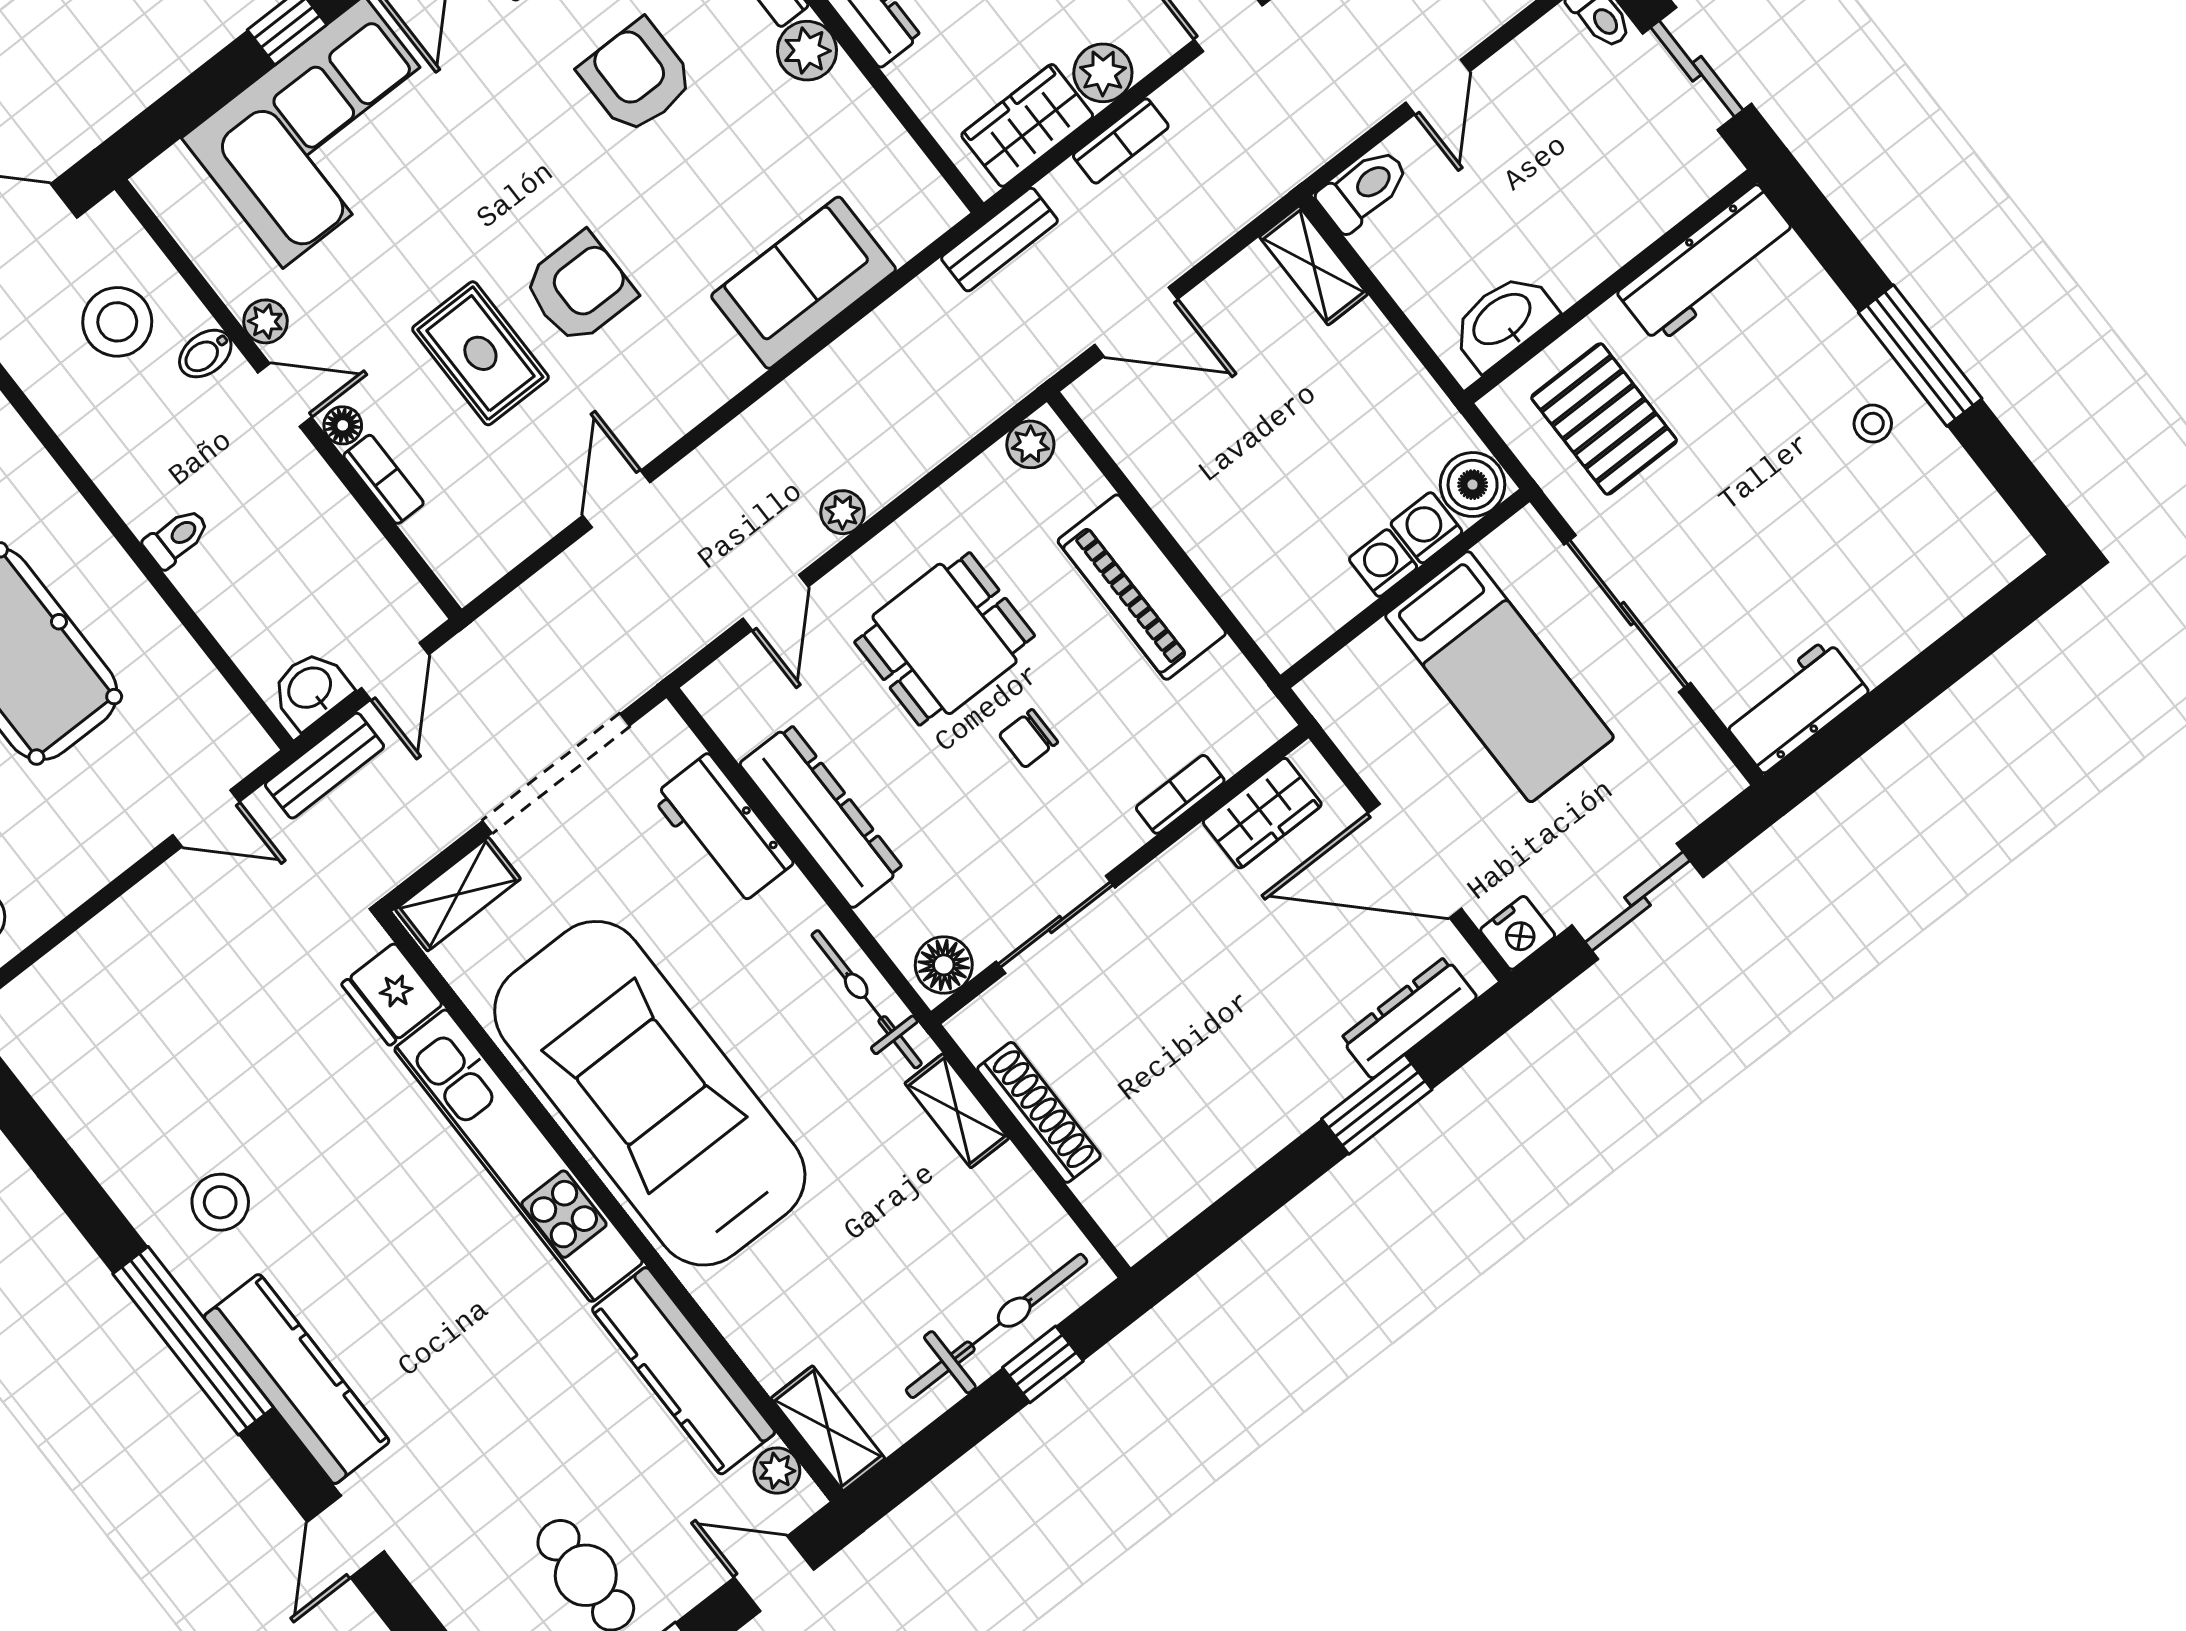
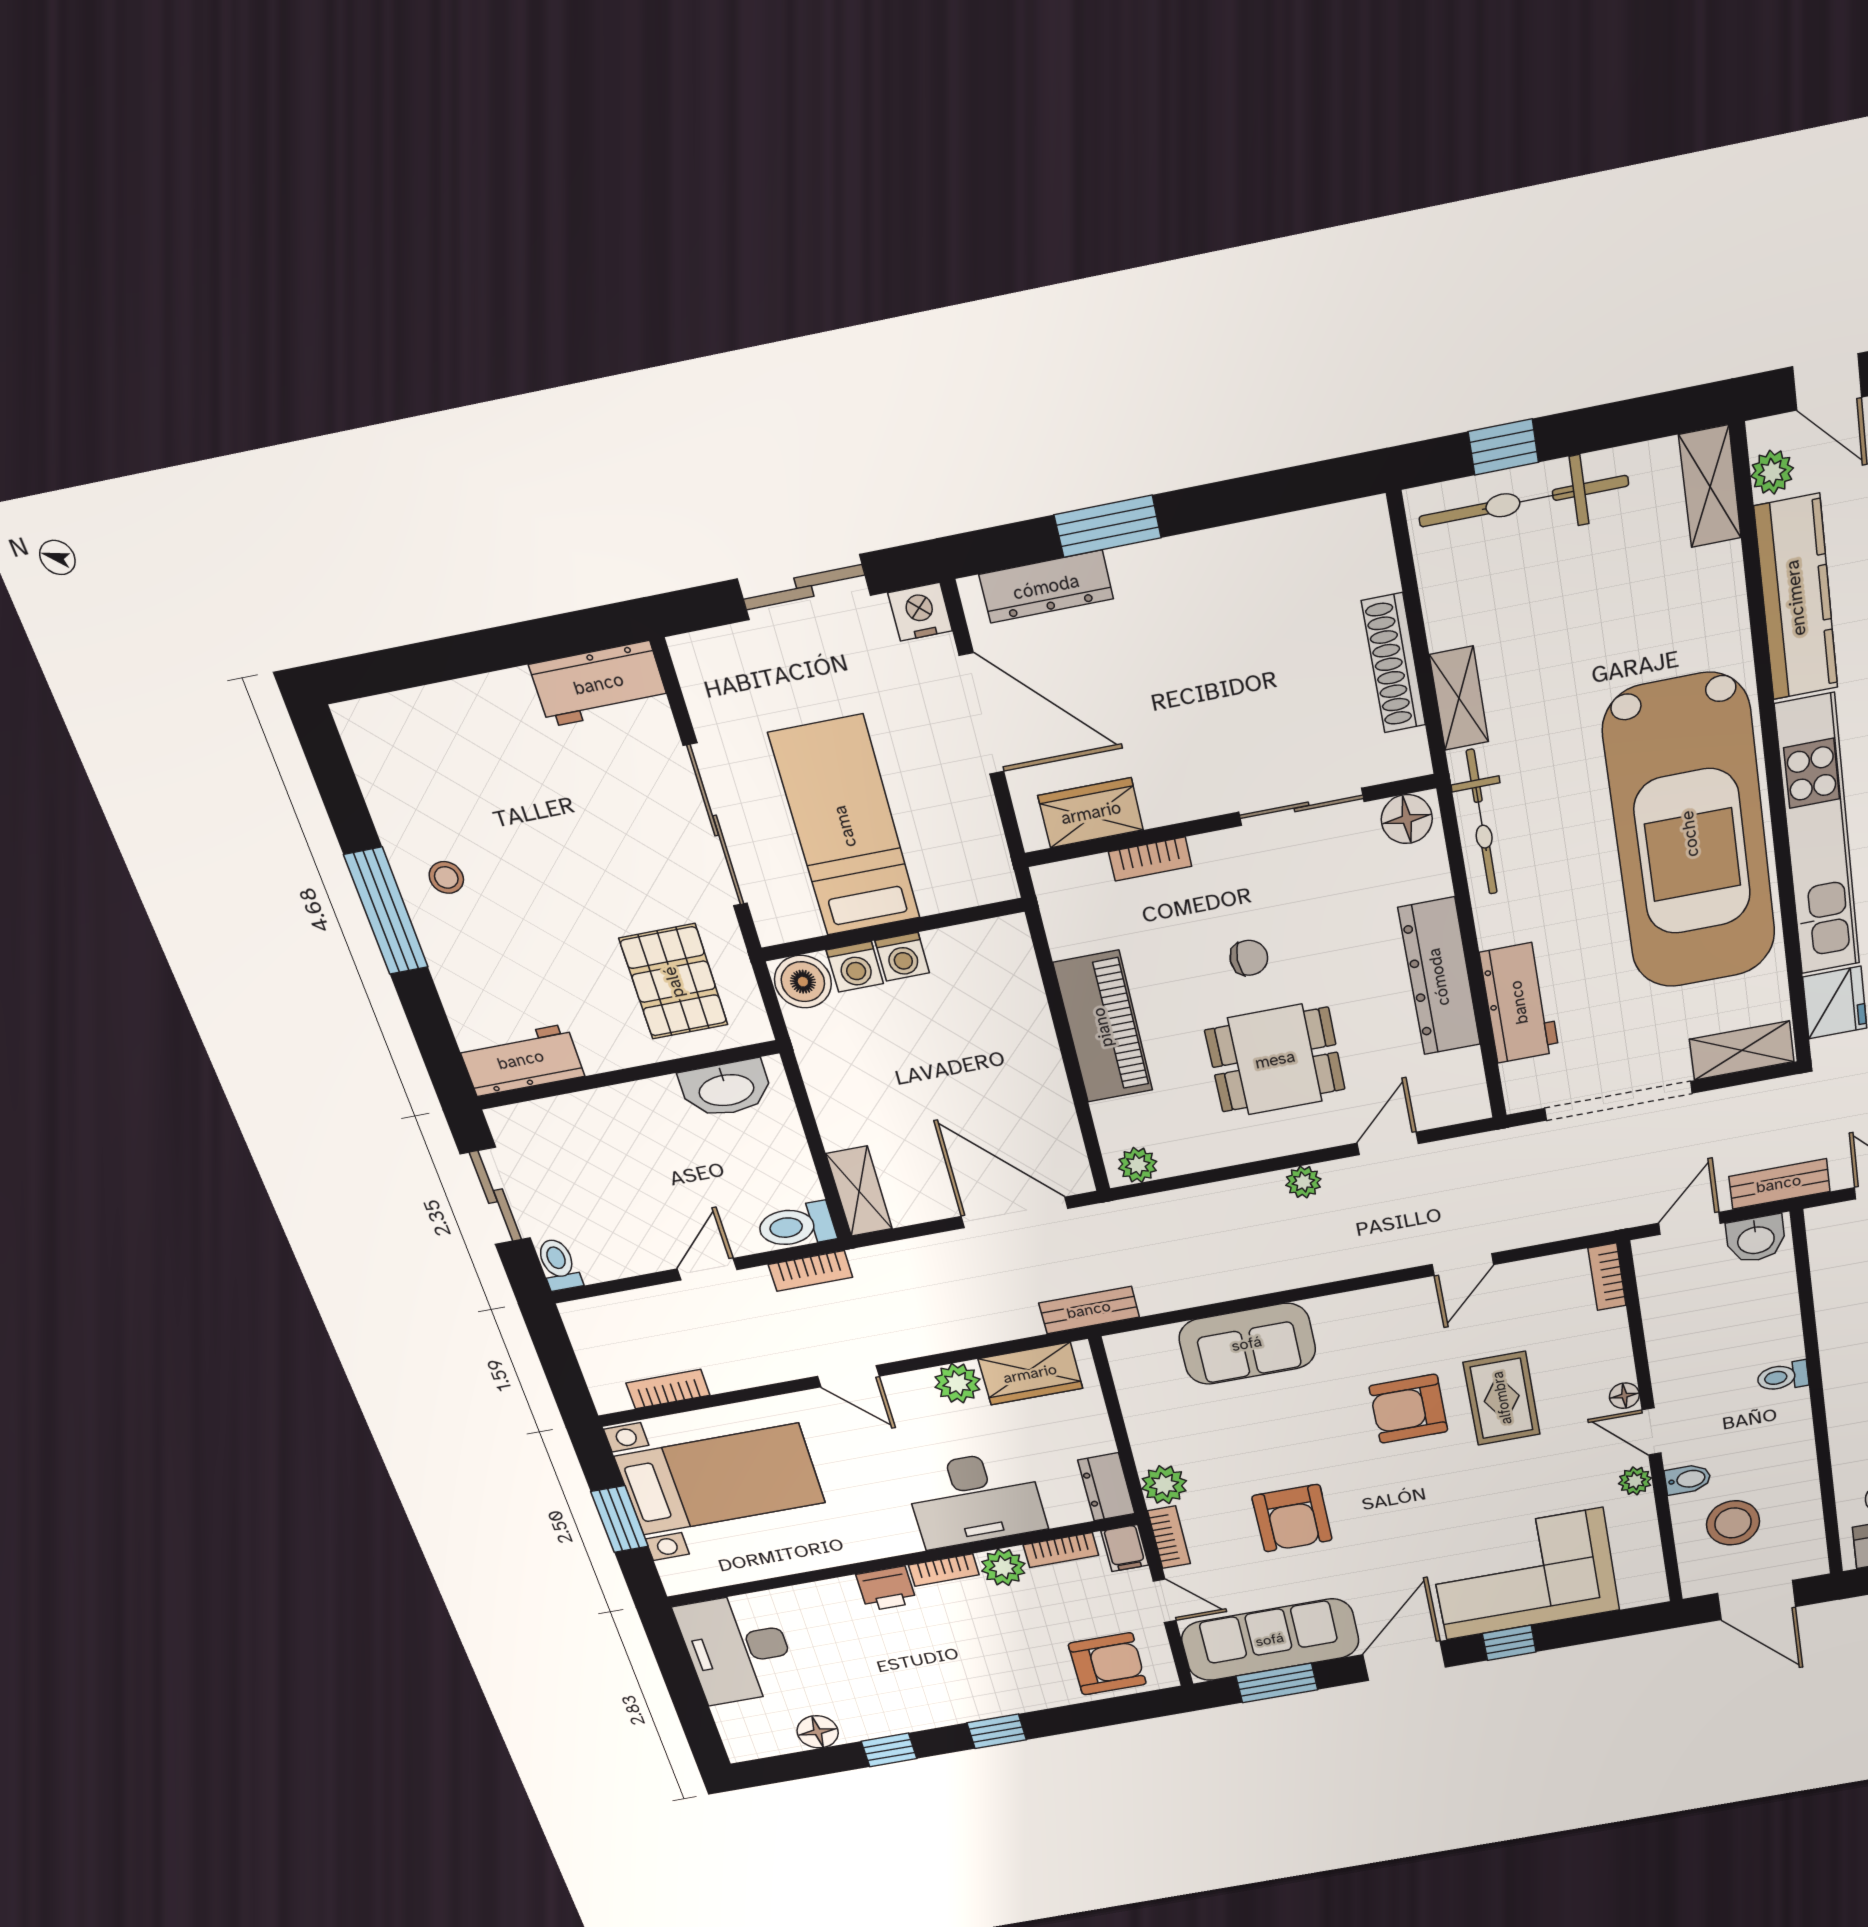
bookcase: (1121, 141) -> (811, 1271), moved, turned 180
workbench: (1707, 264) -> (521, 1060), width x0.73
door: (1136, 322) -> (1015, 1212), width x1.36
bookcase: (384, 479) -> (1607, 1277), moved

